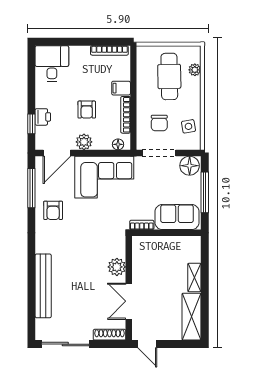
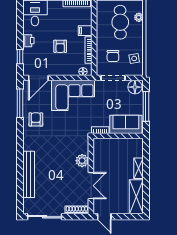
printer: (43, 117) -> (28, 41), moved
plant: (84, 142) -> (58, 70), removed
armchair: (53, 210) -> (36, 119), turned 180
double door: (129, 301) -> (91, 186), swing flipped

